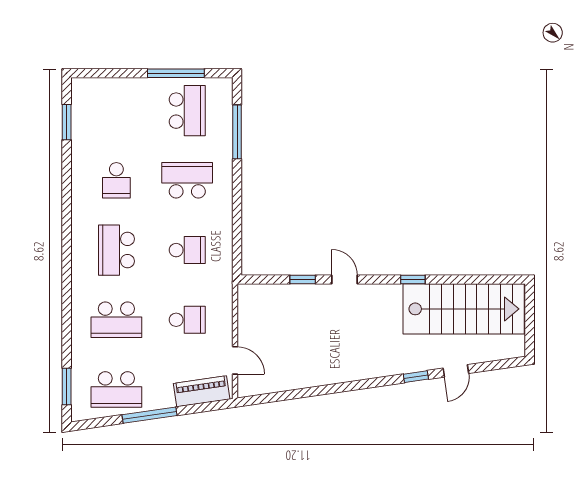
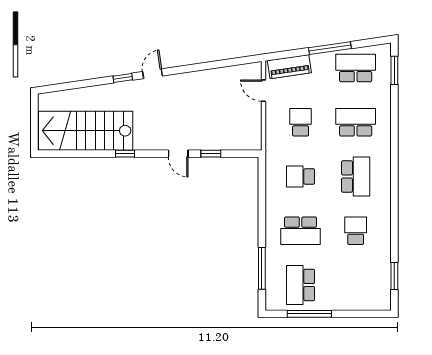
school desk: (187, 320) -> (301, 122), turned 90
door: (456, 371) -> (152, 74), moved

